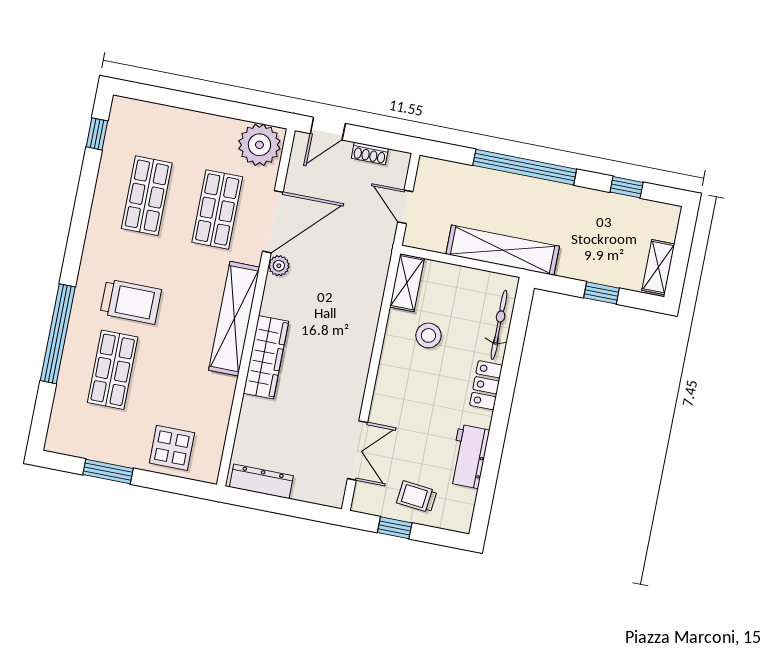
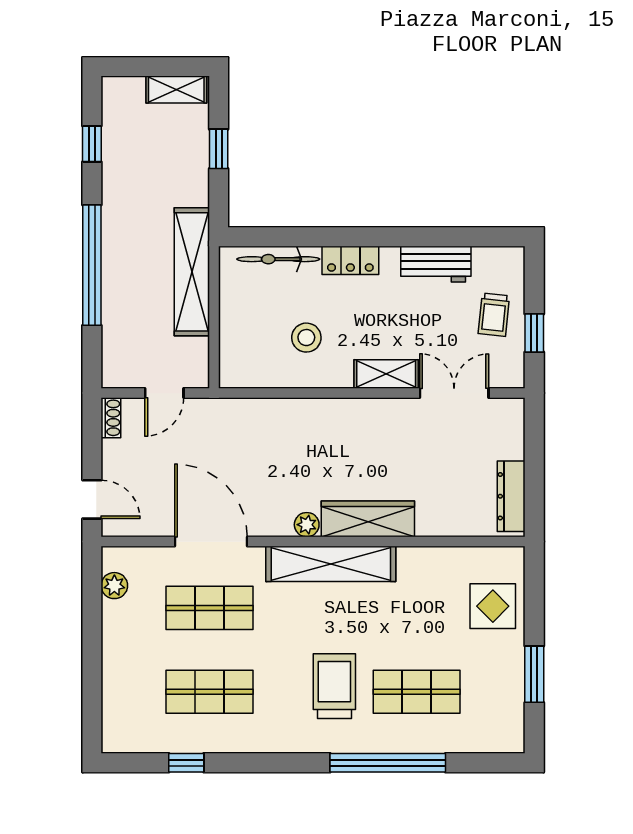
window: (97, 134) -> (186, 763), moved
plant: (259, 145) -> (114, 586), width x0.53, depth x0.53
shoe rack: (370, 153) -> (111, 418), moved
plant: (279, 266) -> (307, 525), moved
shelving: (407, 283) -> (386, 374), moved

